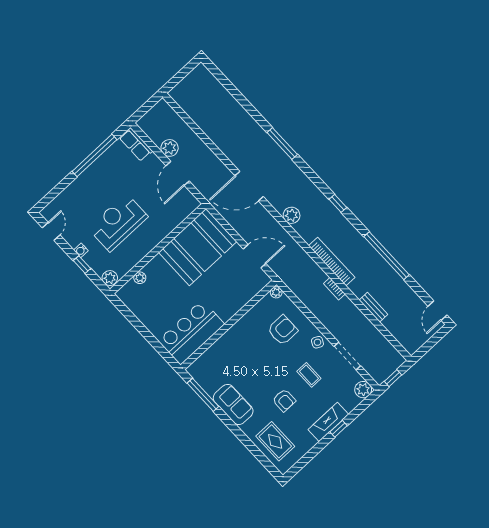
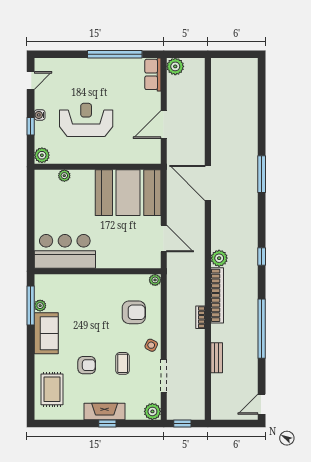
plant: (170, 148) -> (175, 66), moved
plant: (292, 215) -> (219, 258), moved
plant: (210, 389) -> (40, 306), added
armchair: (284, 400) -> (87, 365), turned -90

